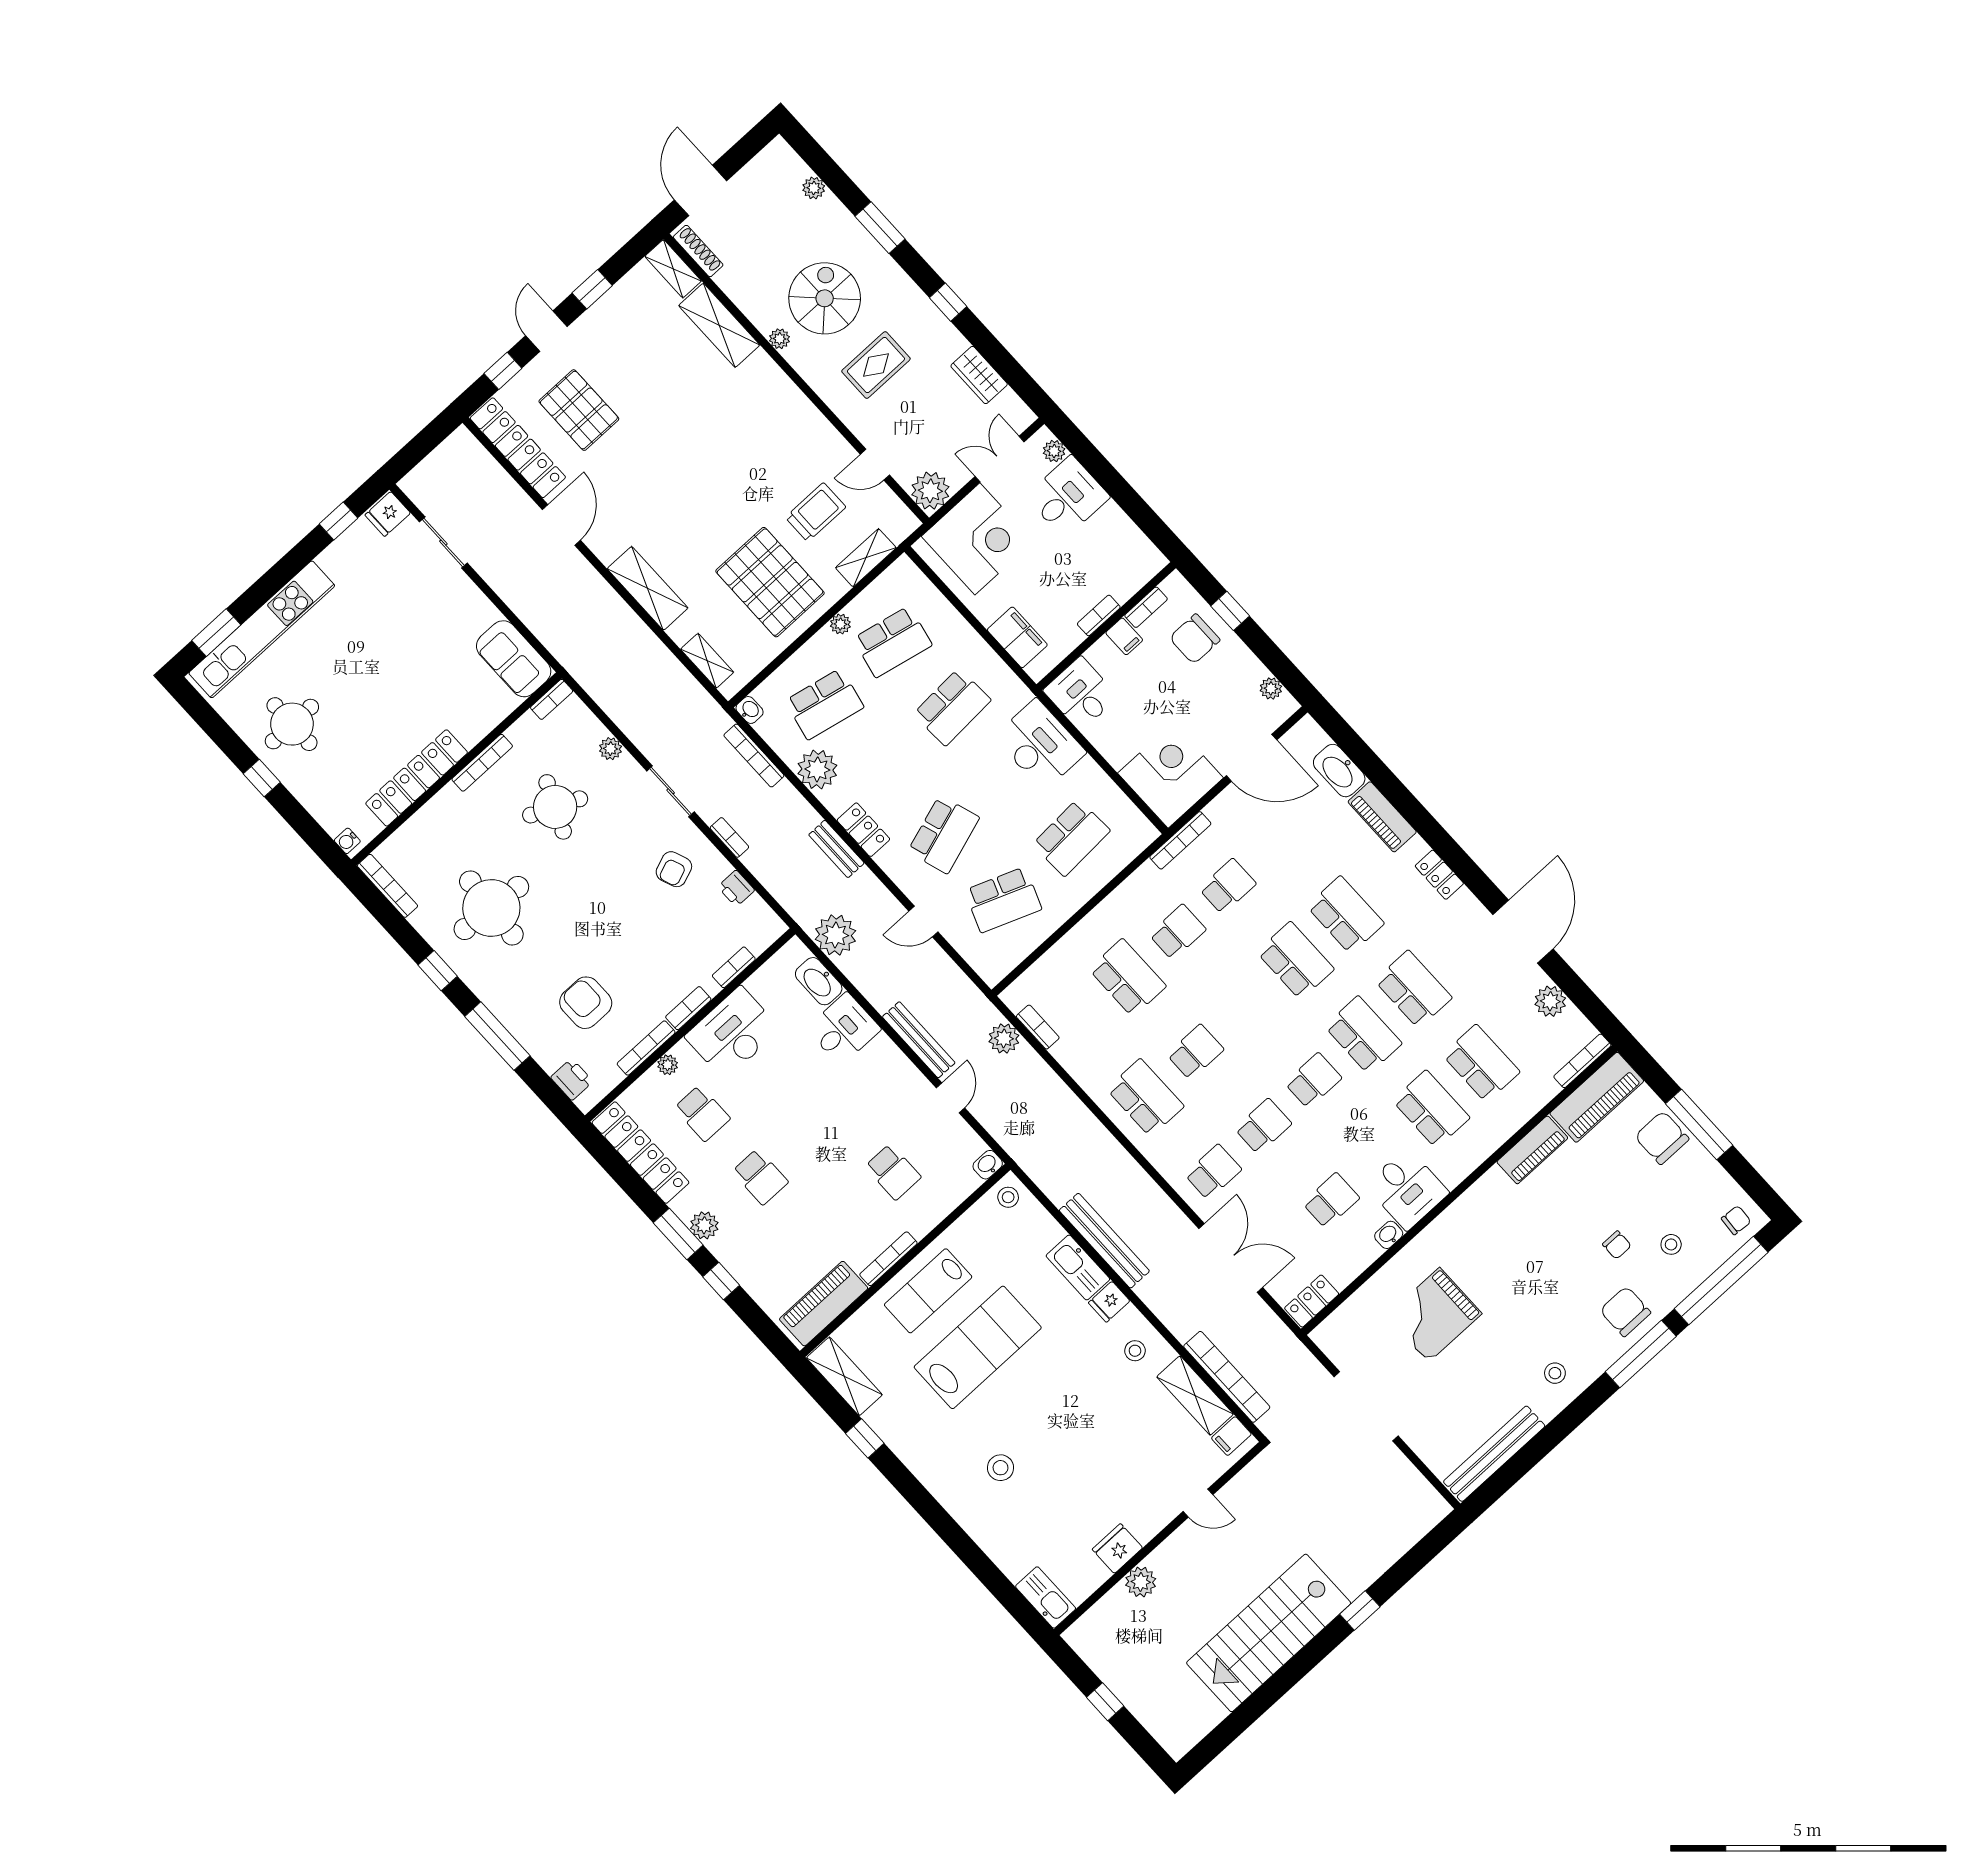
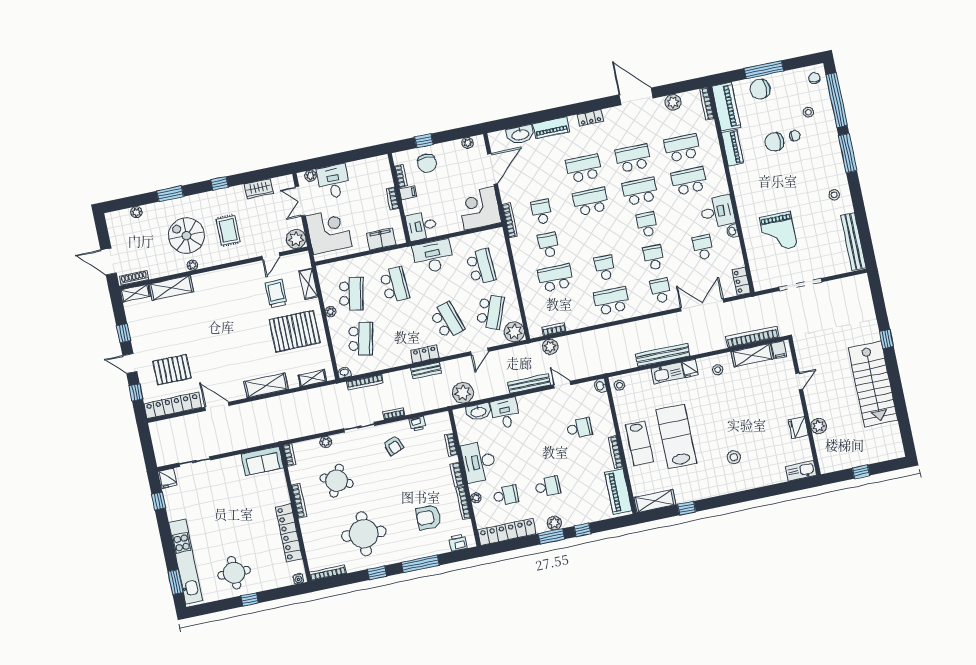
plant: (817, 769) -> (514, 332), moved
chair: (1625, 1311) -> (774, 142), moved

